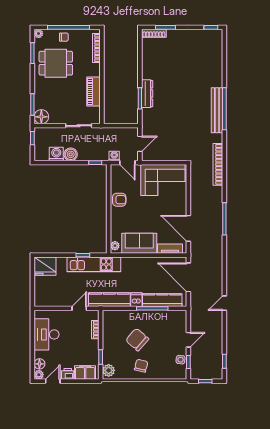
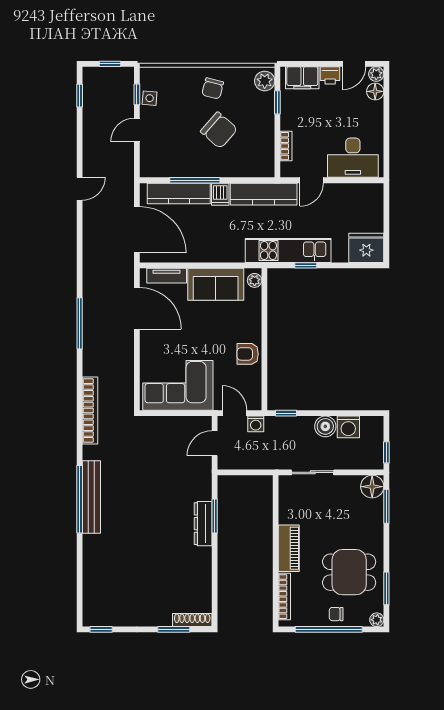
piano: (94, 92) -> (289, 548), moved
desk: (47, 334) -> (353, 158), moved, turned 90

